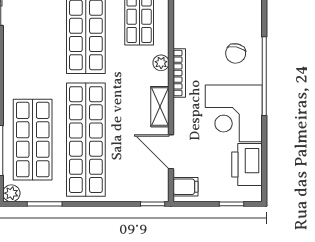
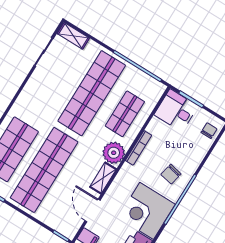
plant: (161, 63) -> (114, 153), width x1.87, depth x1.87
bookcase: (179, 73) -> (139, 148), moved

